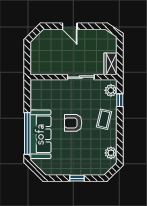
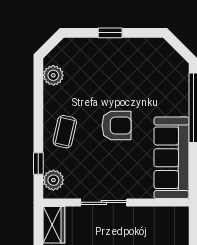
sofa: (40, 134) -> (171, 158), moved

